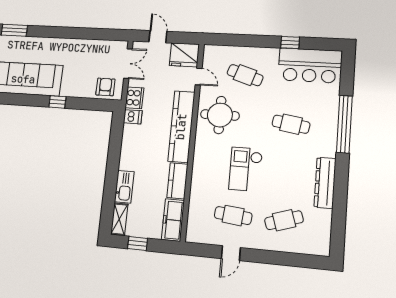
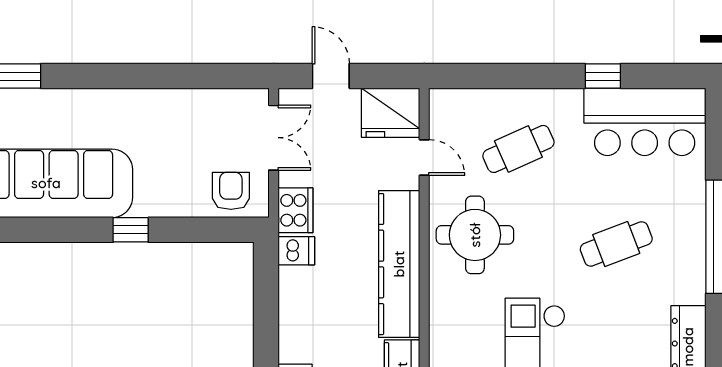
cafe table: (245, 75) -> (518, 149), turned -42
cafe table: (291, 124) -> (616, 244), turned -30

